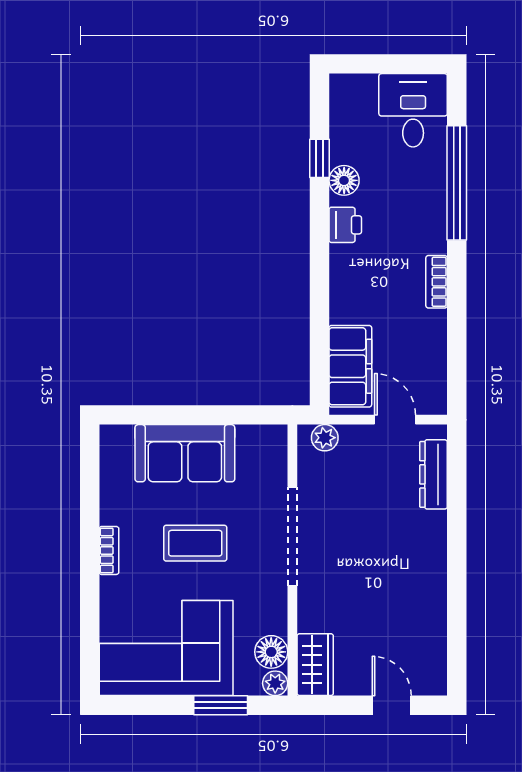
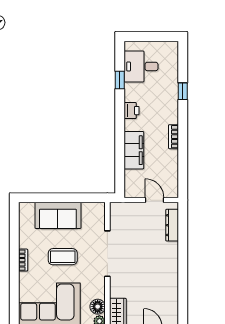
desk: (413, 110) -> (141, 66), moved, turned -90
floor lamp: (344, 180) -> (131, 90), removed
window: (457, 183) -> (183, 91), width x0.32
filing cabinet: (350, 366) -> (134, 150), moved
plant: (325, 438) -> (122, 208), removed

